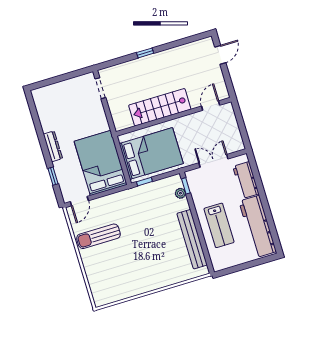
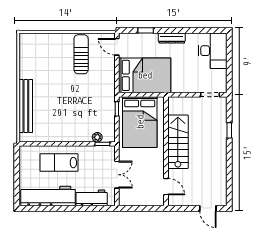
window: (145, 53) -> (229, 130), moved
desk: (53, 99) -> (213, 51), added
bench: (192, 239) -> (26, 106), moved, turned 90

